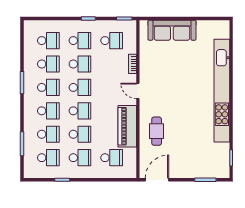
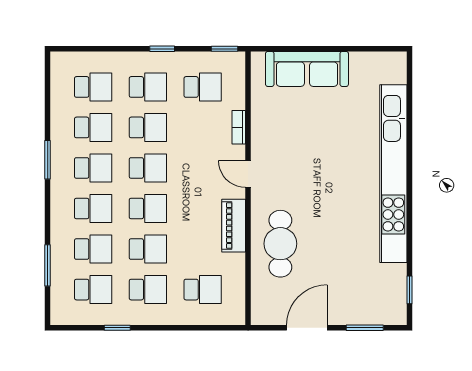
piano: (127, 126) -> (234, 226), width x0.73, depth x0.75
cafe table: (157, 131) -> (280, 244), width x1.37, depth x1.35
door: (157, 180) -> (307, 328), moved

